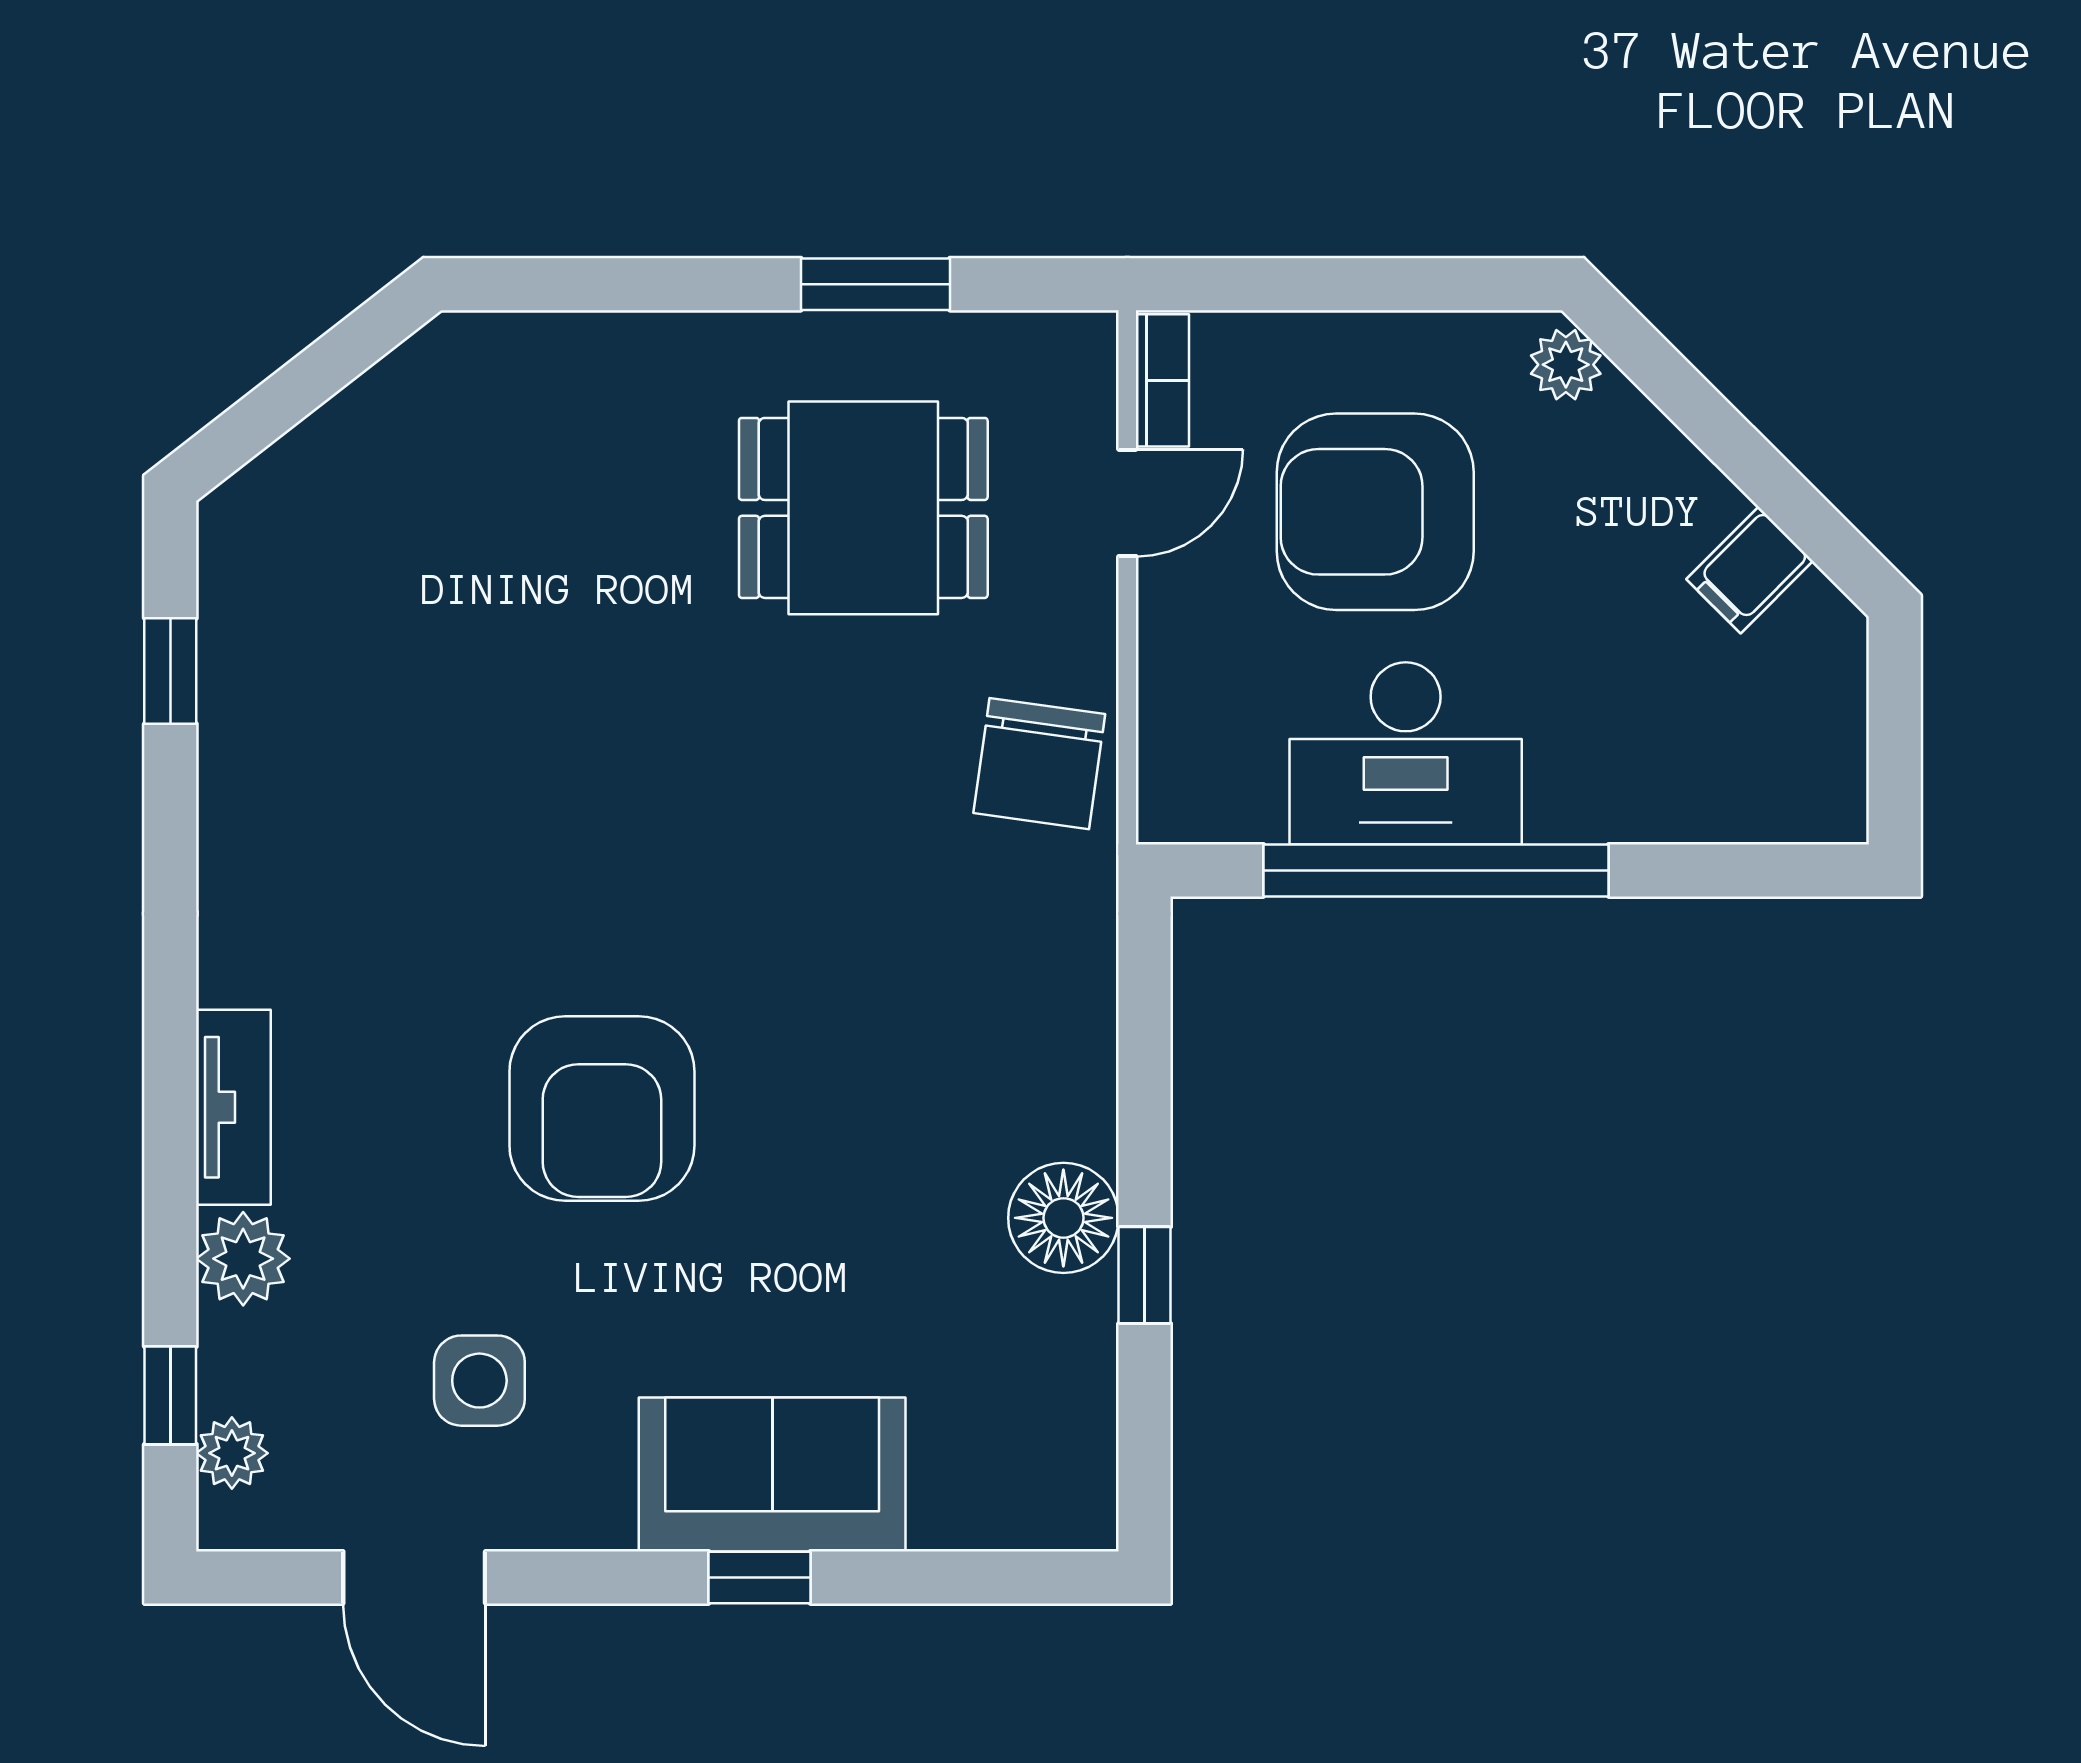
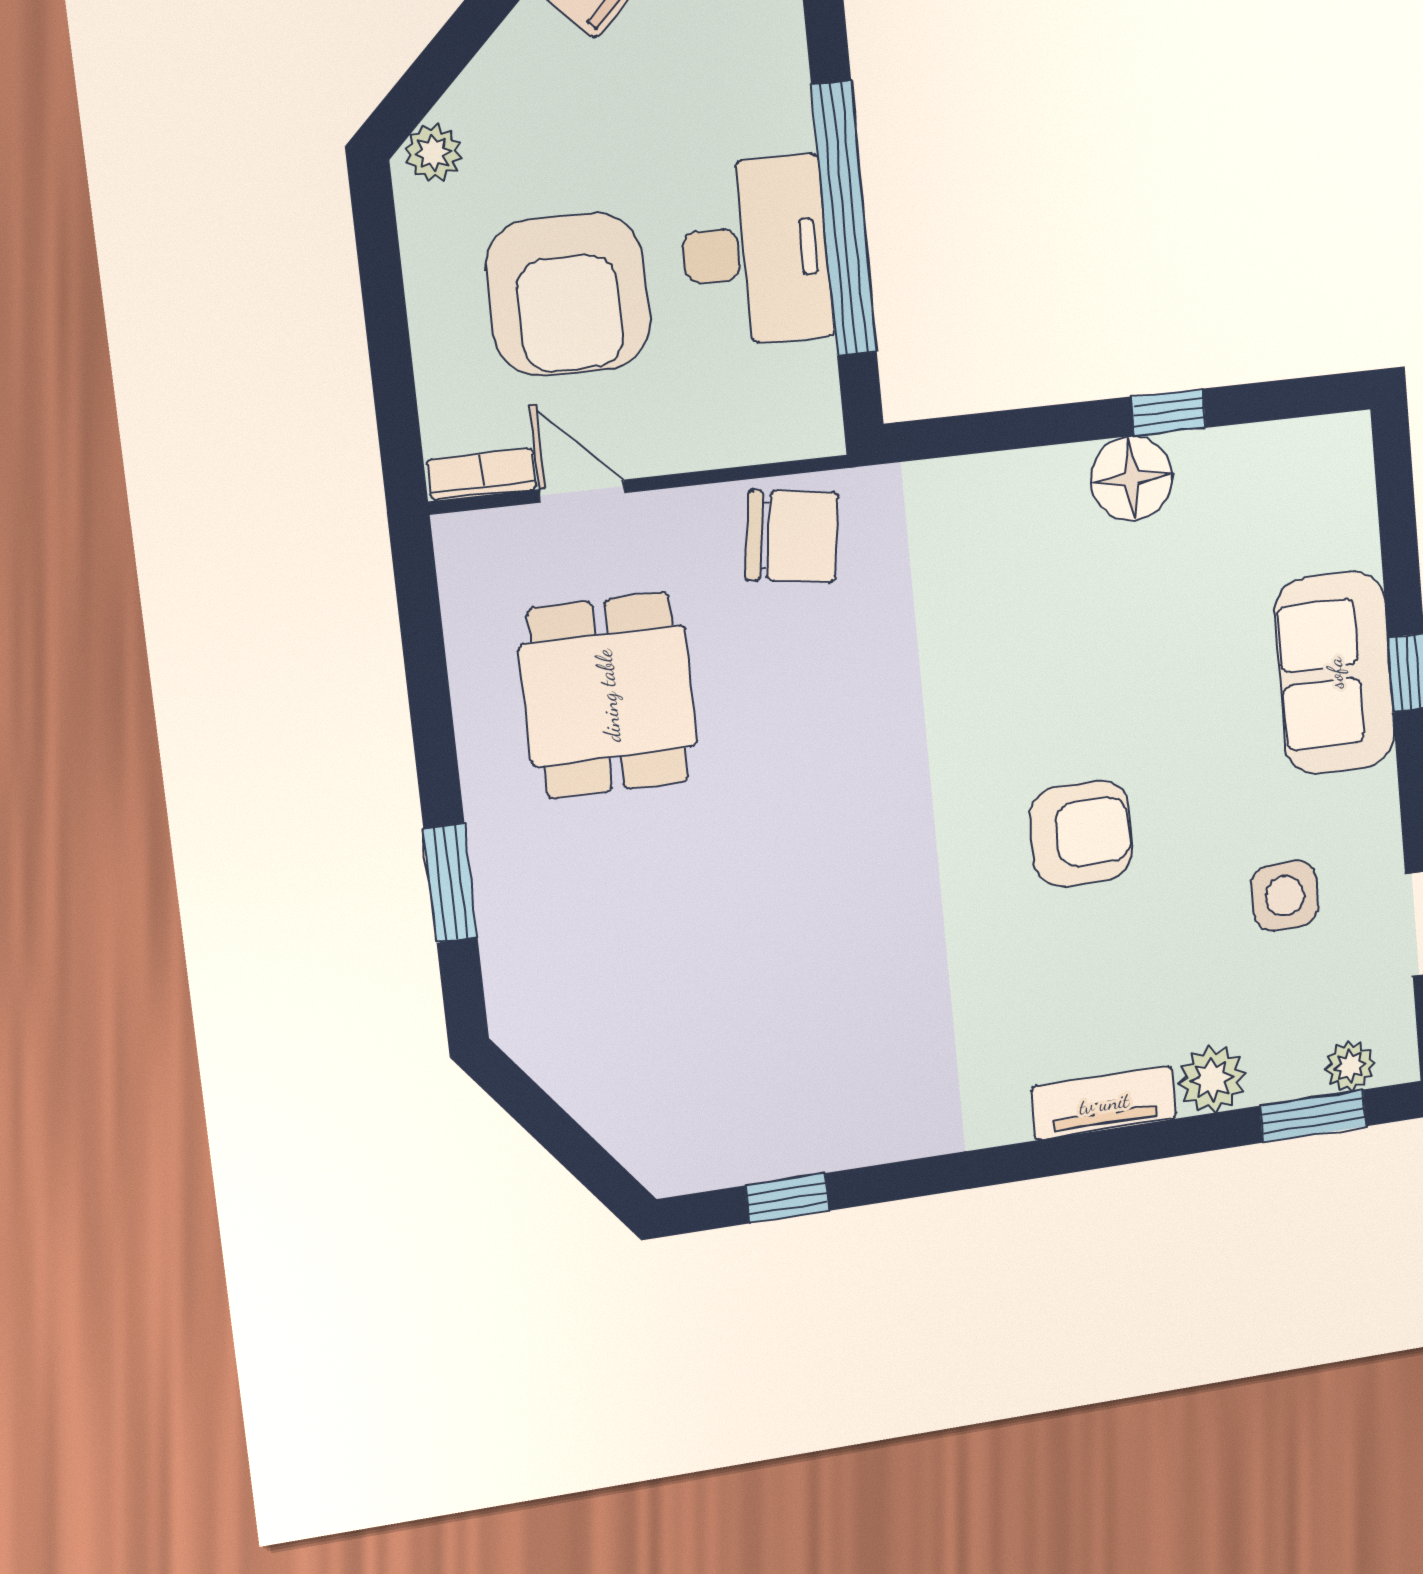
window: (875, 284) -> (451, 883), moved
armchair: (602, 1108) -> (1081, 833), width x0.73, depth x0.73
window: (170, 1395) -> (1313, 1116), width x1.50

